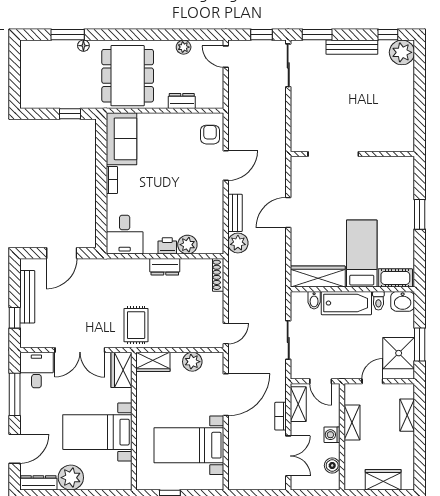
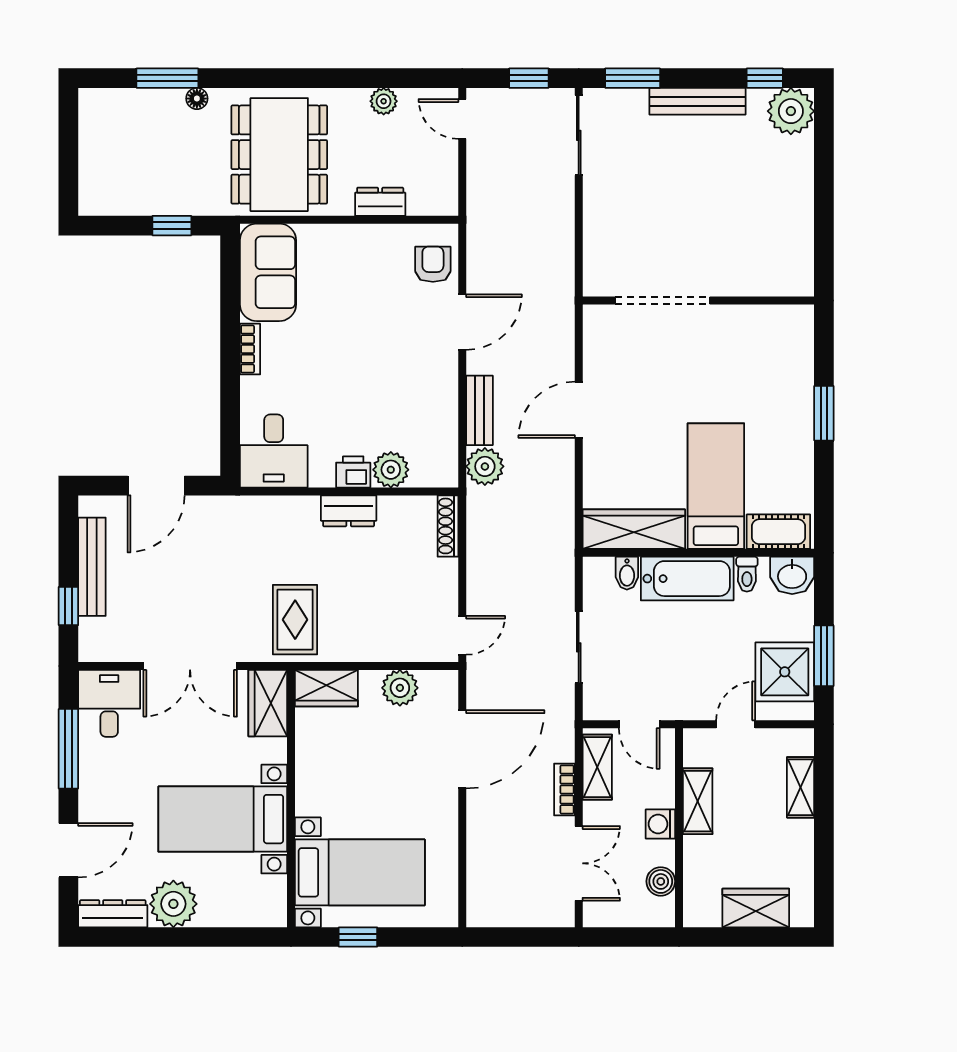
bed with nightstands: (189, 445) -> (360, 872), moved, turned 180

